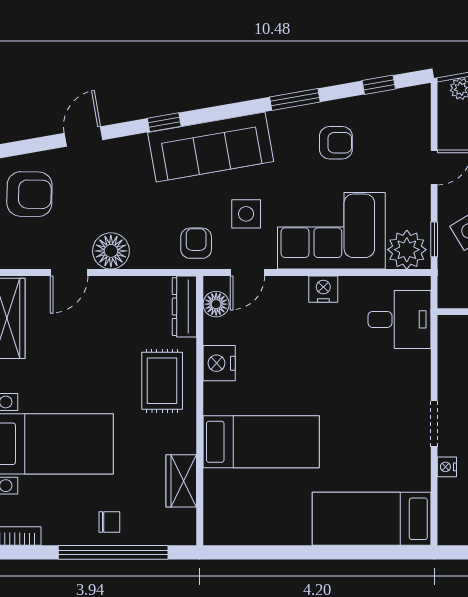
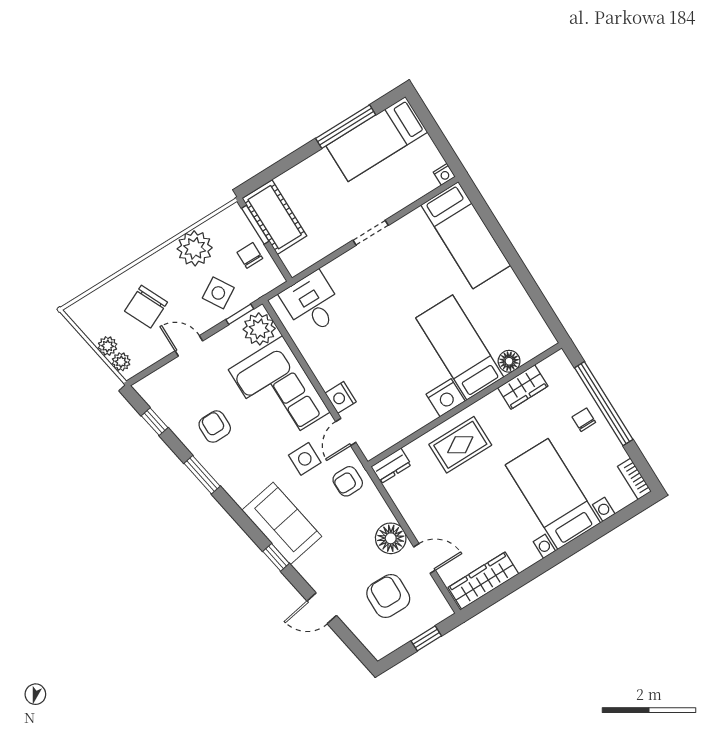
sofa: (211, 147) -> (282, 523), width x0.73
armchair: (29, 194) -> (388, 596), moved
door: (247, 273) -> (346, 432), swing flipped
nightstand: (323, 289) -> (341, 397), moved
floor lamp: (216, 304) -> (509, 361), moved
dresser: (184, 307) -> (391, 466), width x0.70
nightstand: (219, 363) -> (446, 398), moved
nightstand: (447, 467) -> (444, 174), moved

